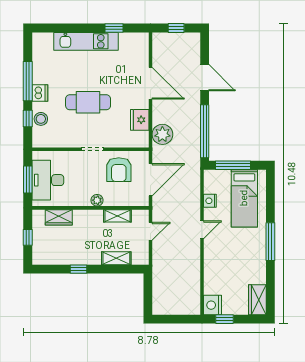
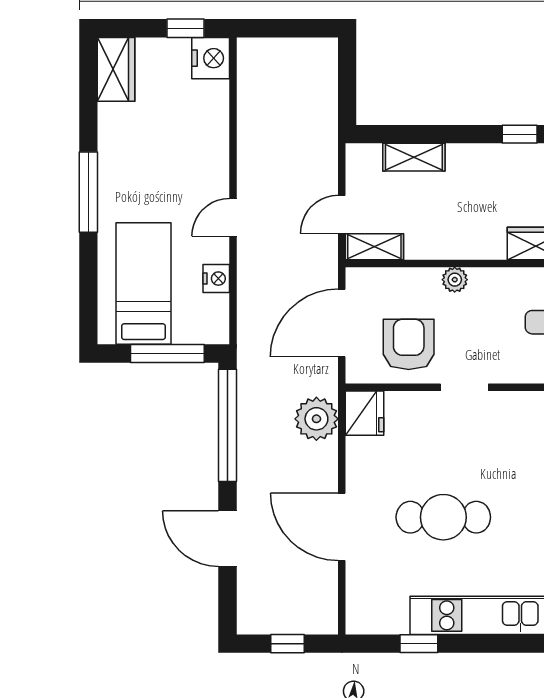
cafe table: (88, 102) -> (443, 517), moved
fridge: (140, 120) -> (364, 413), moved
shelving: (117, 216) -> (374, 247), moved
window: (79, 269) -> (520, 134), moved

